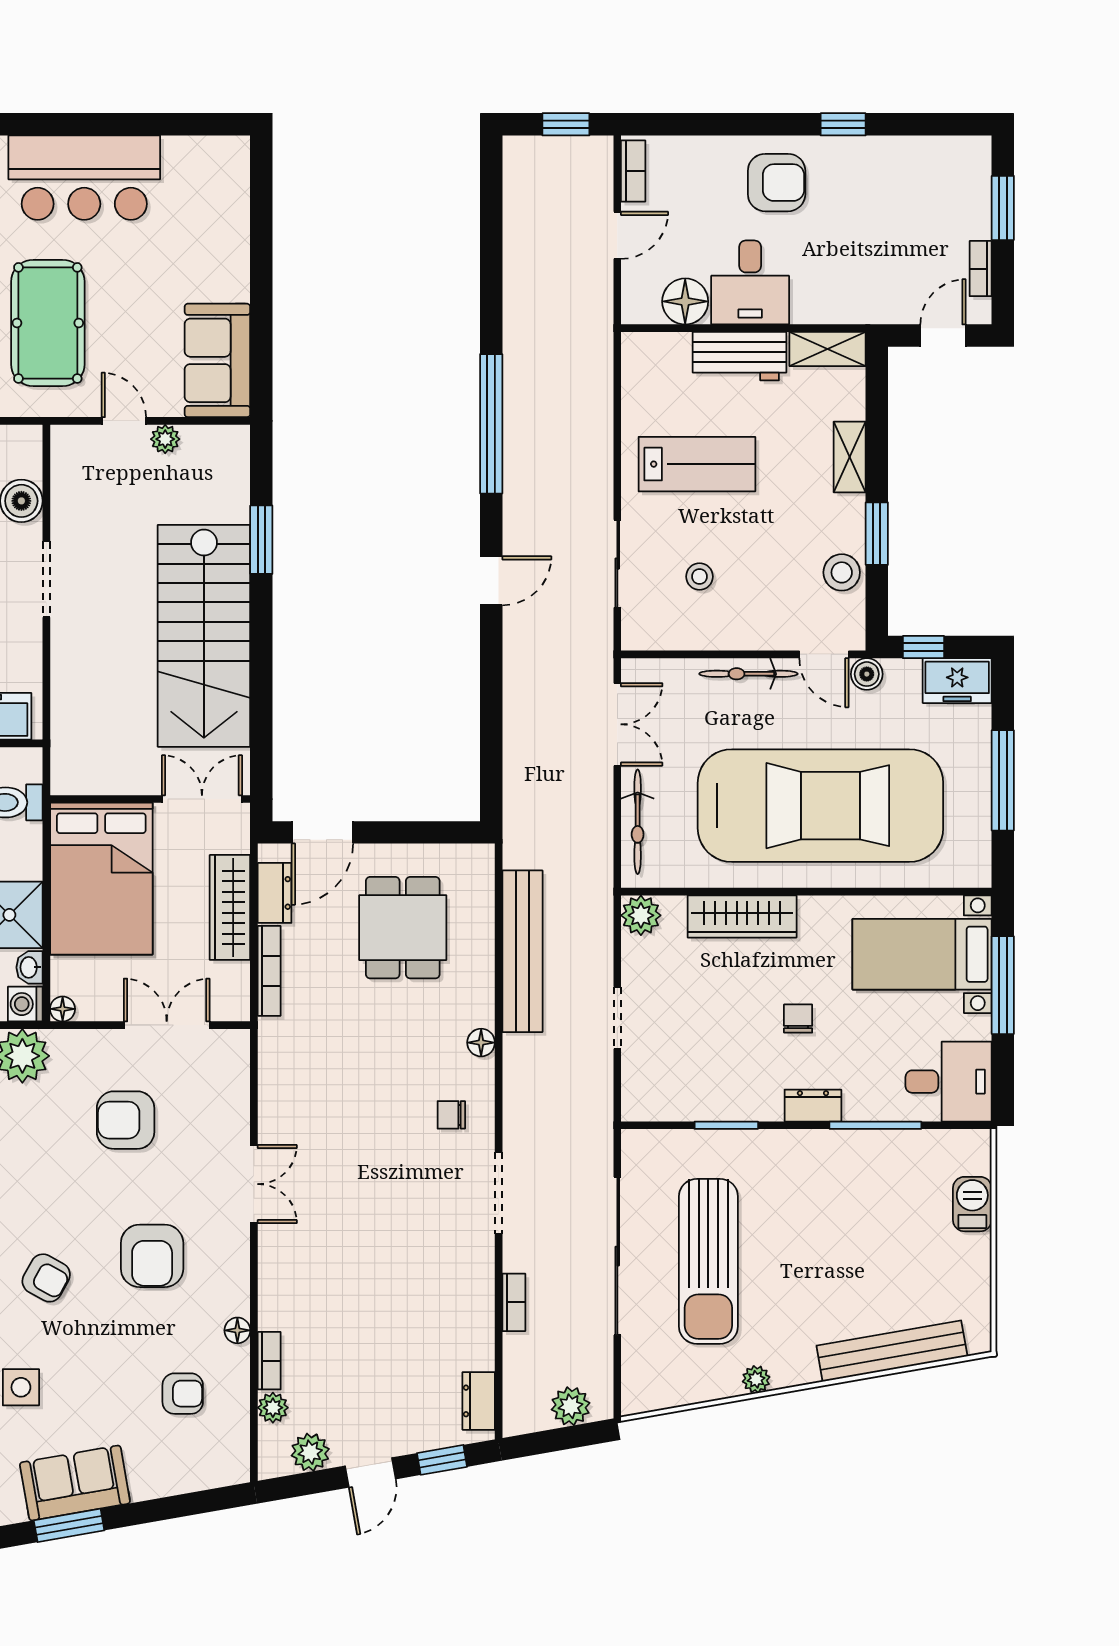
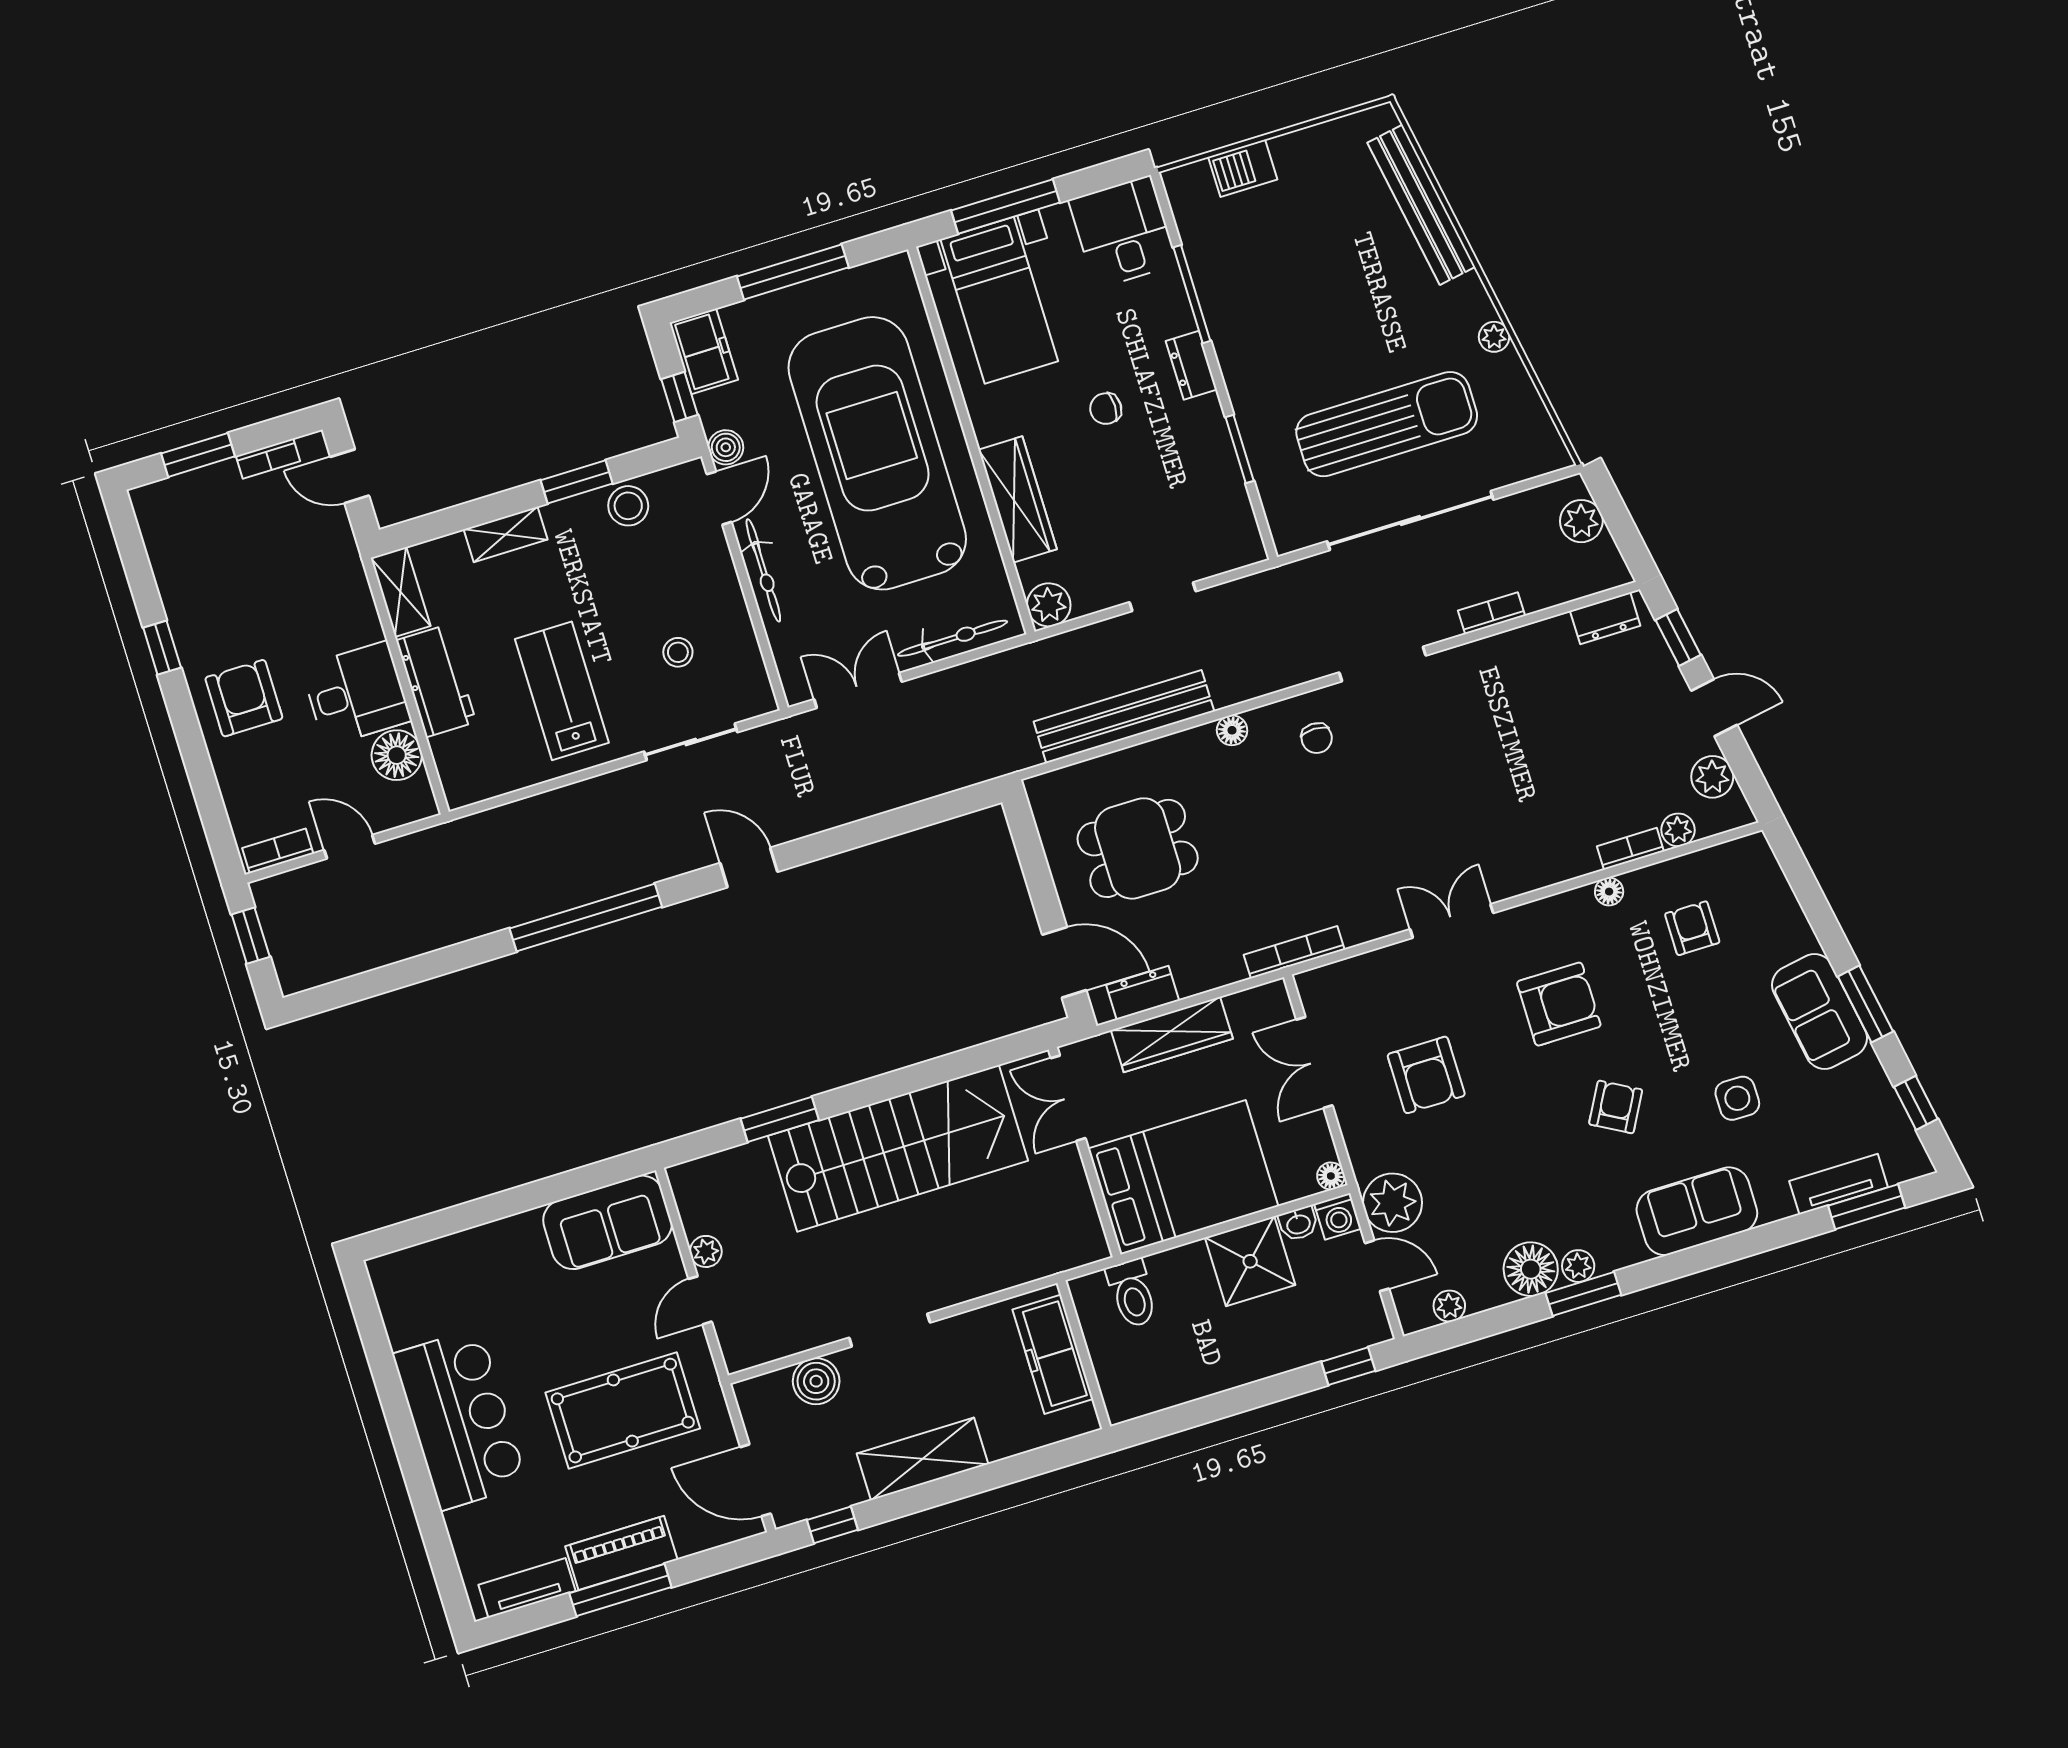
bookcase: (269, 971) -> (1294, 952), moved

